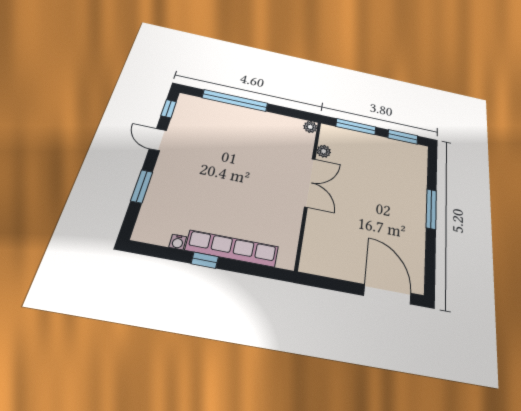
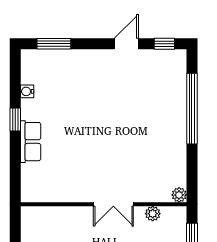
double door: (310, 182) -> (113, 204), width x0.73
window: (142, 186) -> (54, 44), moved
row of seats: (232, 248) -> (31, 142), width x0.50

